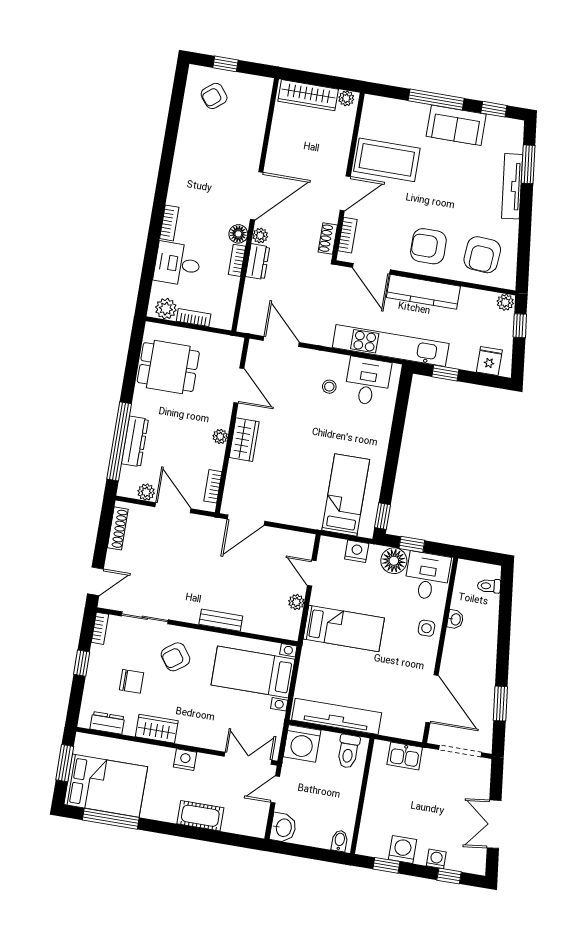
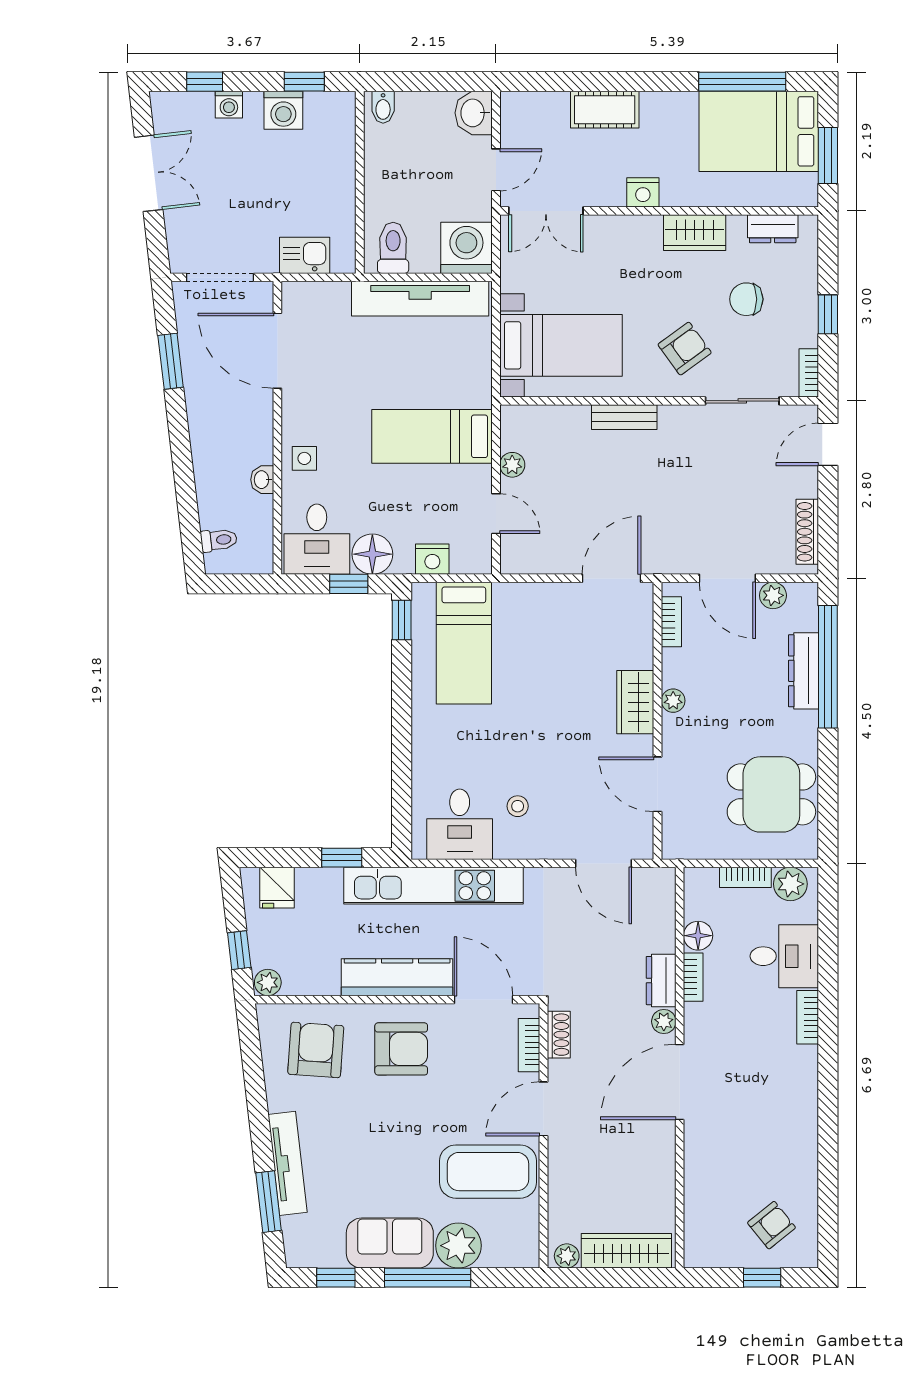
plant: (413, 116) -> (458, 1246), added
floor lamp: (238, 234) -> (698, 936), moved

